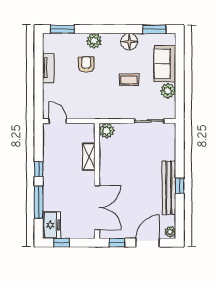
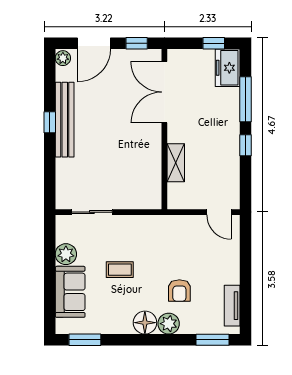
floor lamp: (129, 42) -> (145, 323), moved
tv unit: (48, 68) -> (232, 306), moved
plant: (107, 131) -> (151, 199), removed

